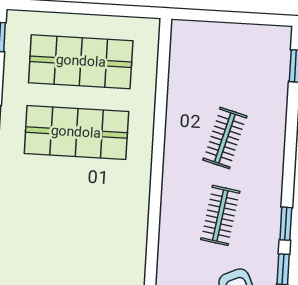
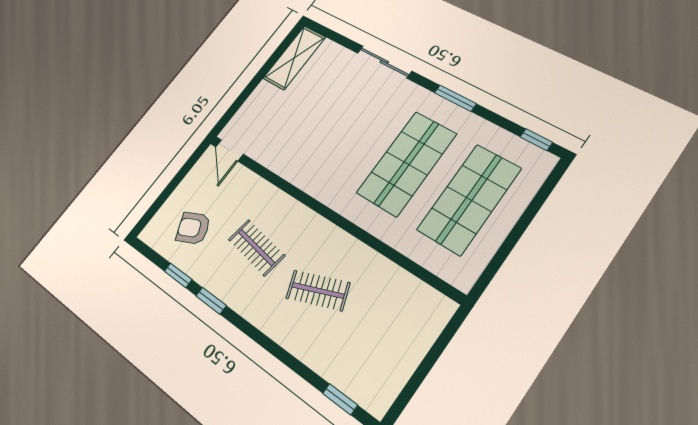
clothes rail: (225, 138) -> (318, 290), turned -36

